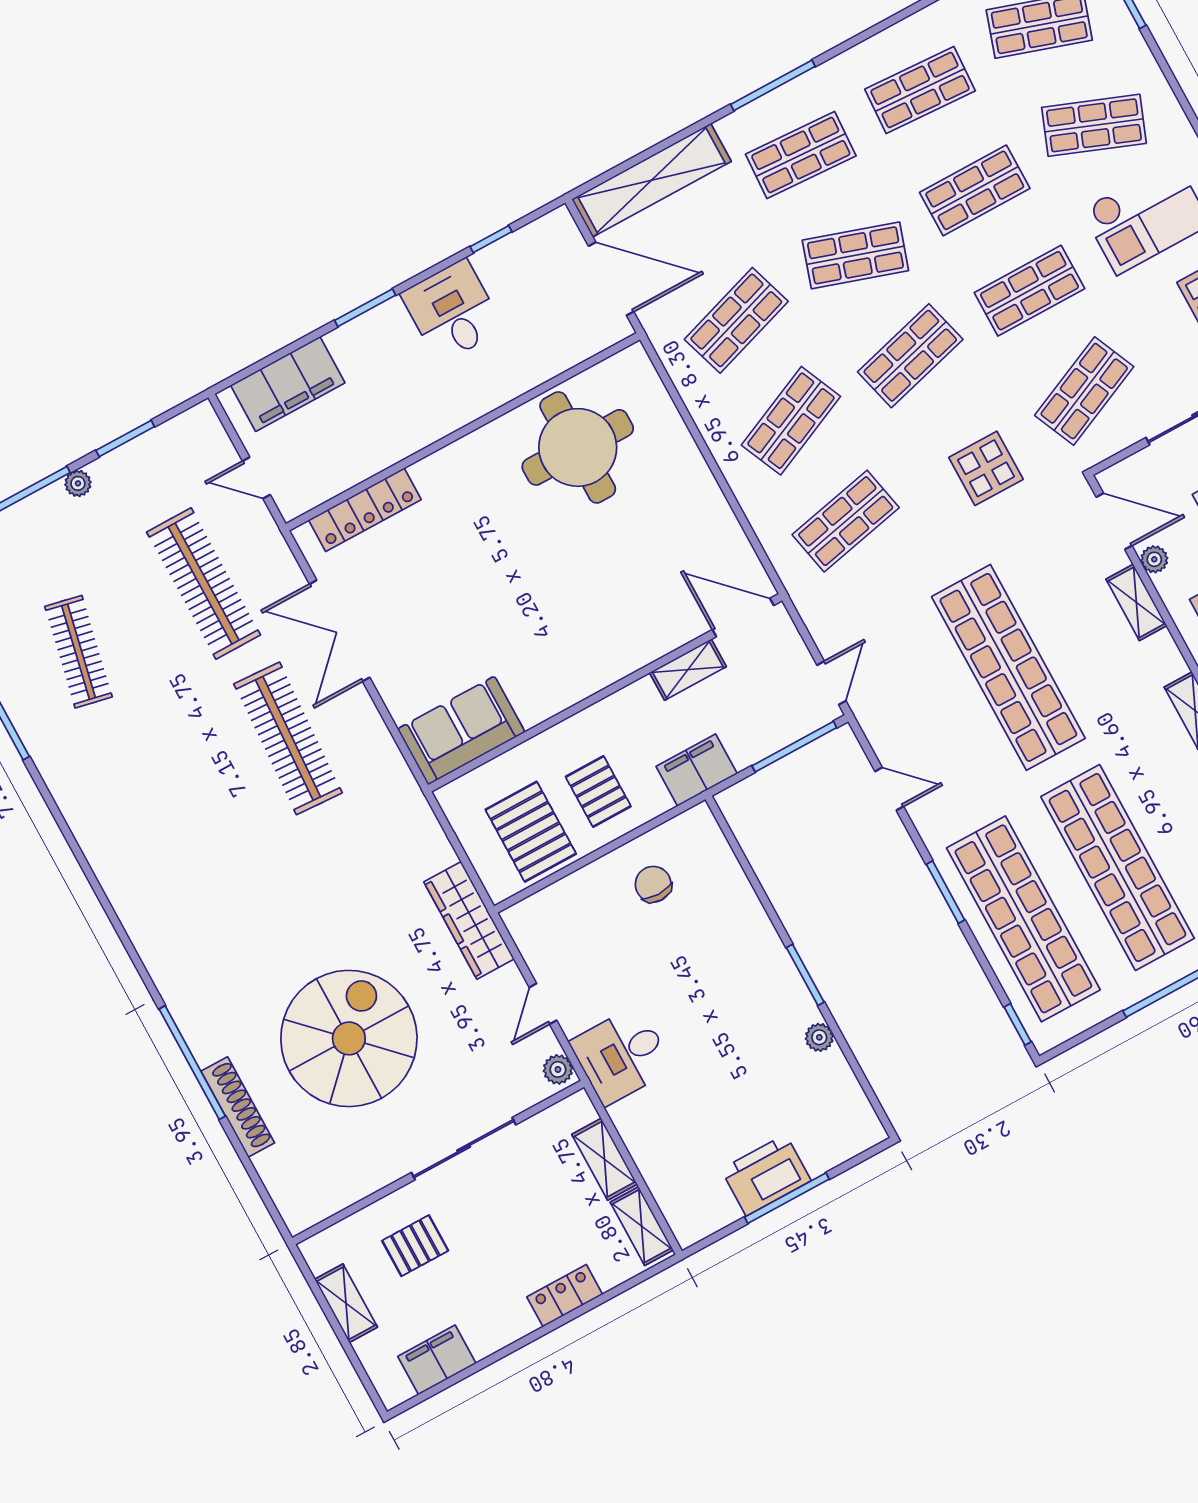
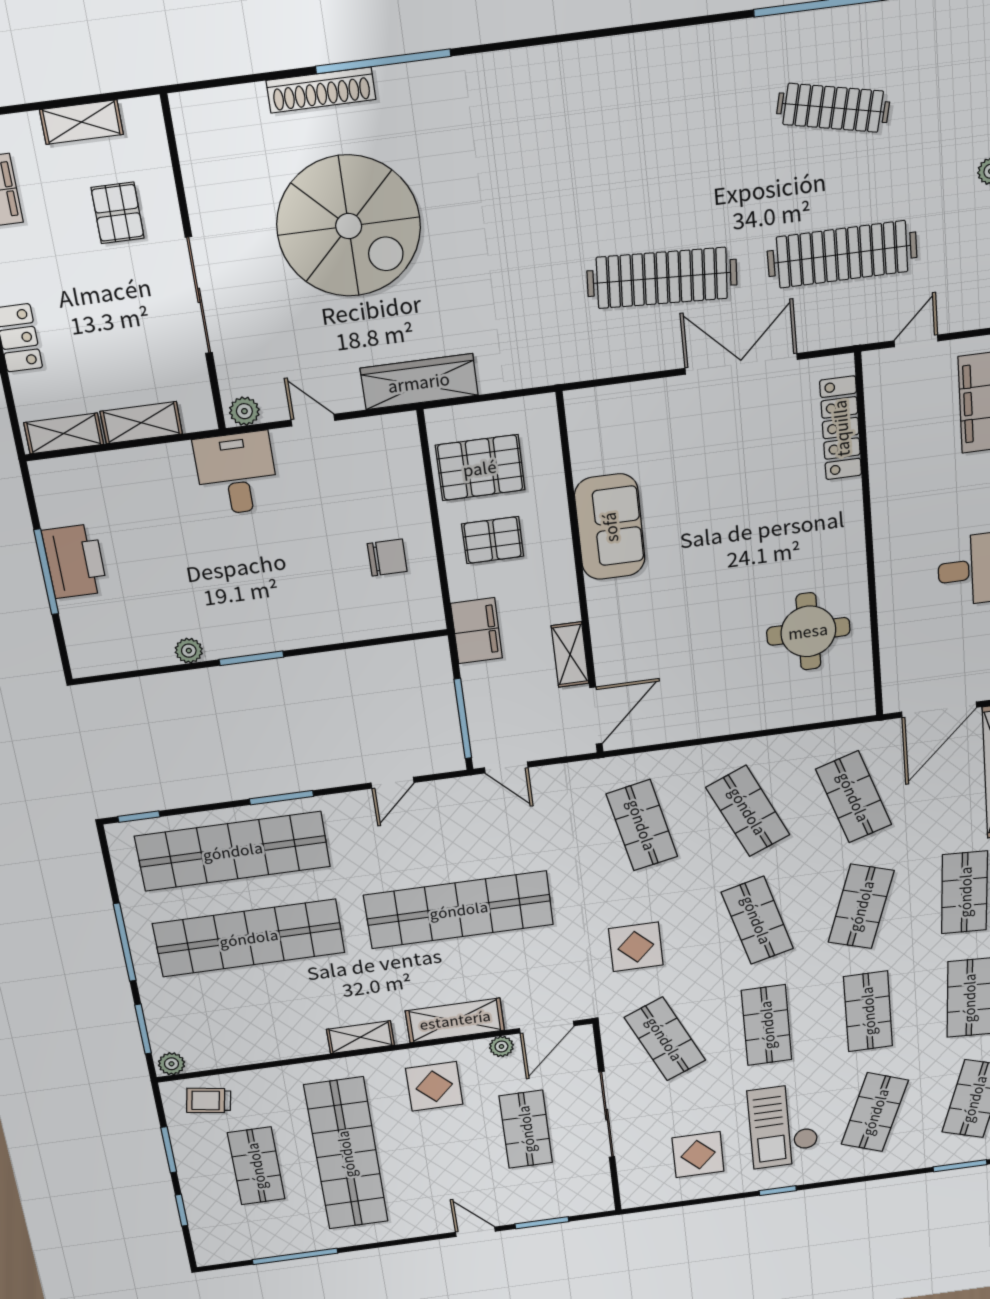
round table: (578, 447) -> (808, 631), width x0.73, depth x0.73
shelving: (1136, 602) -> (455, 1020), width x1.50, depth x1.33
sofa: (461, 731) -> (610, 527), moved

